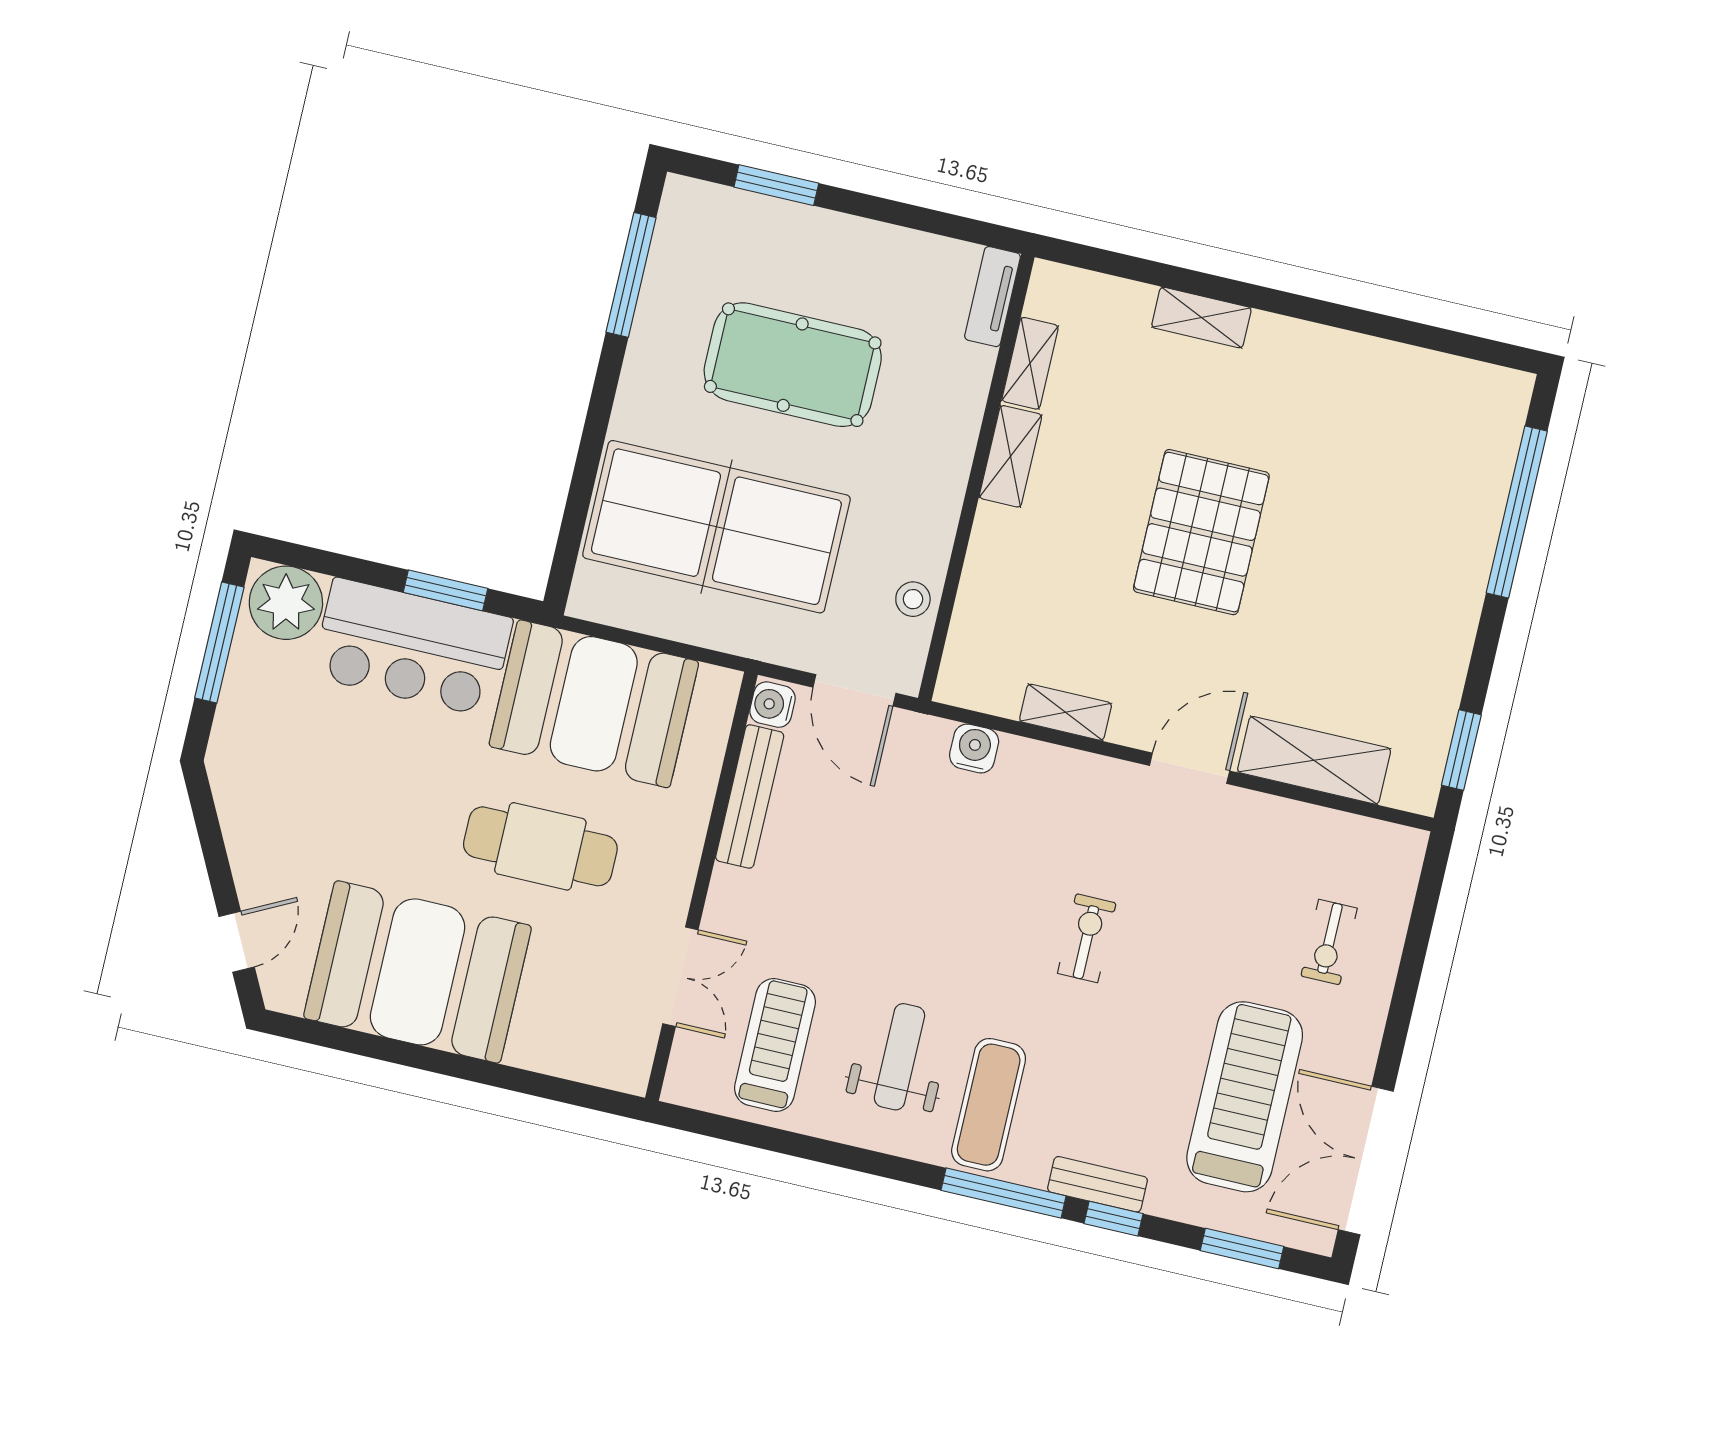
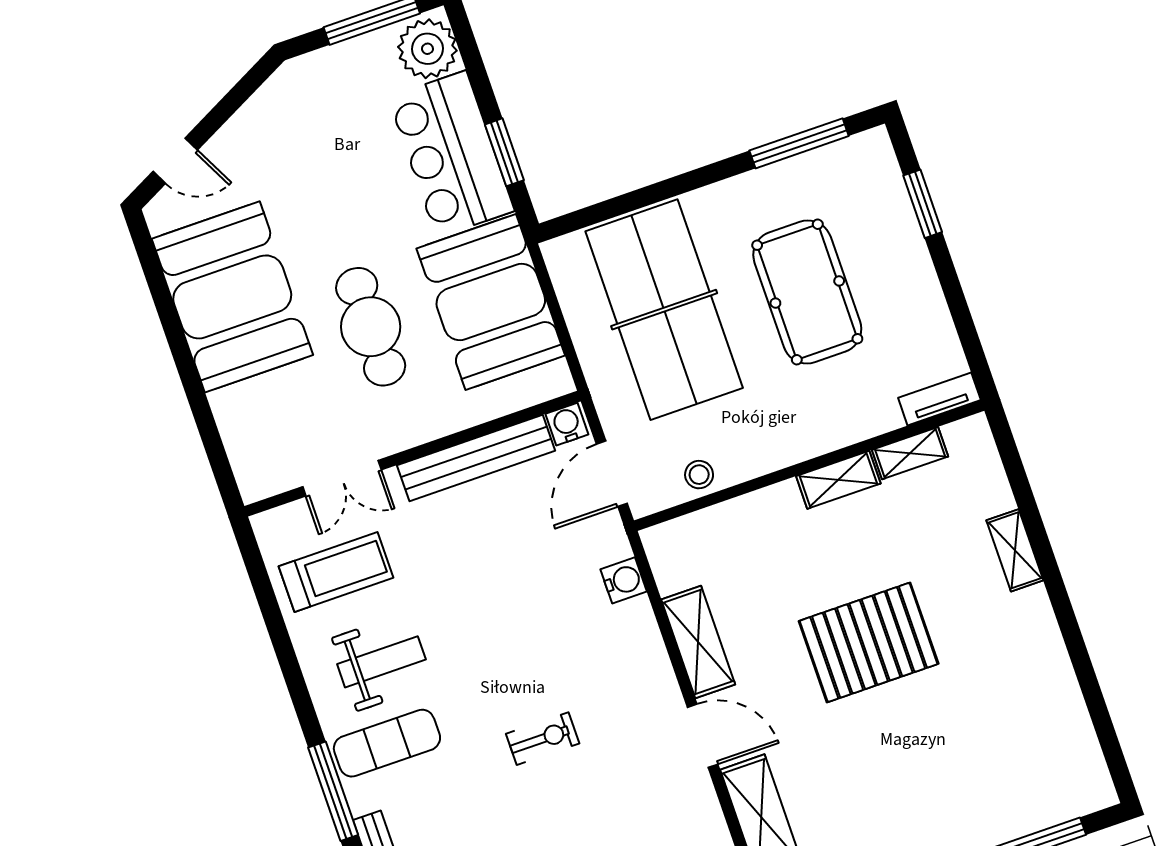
shelving: (1066, 712) -> (698, 642), width x1.50, depth x1.33
bench: (750, 796) -> (476, 458), width x1.37, depth x1.21

